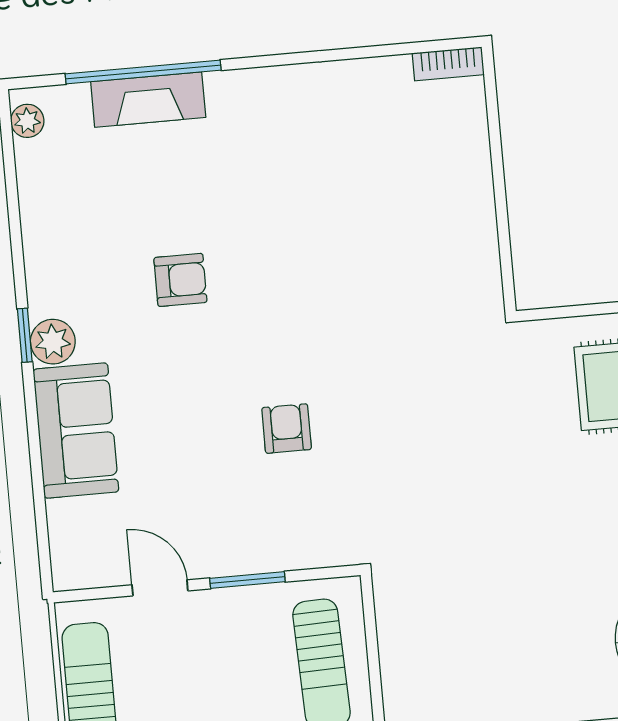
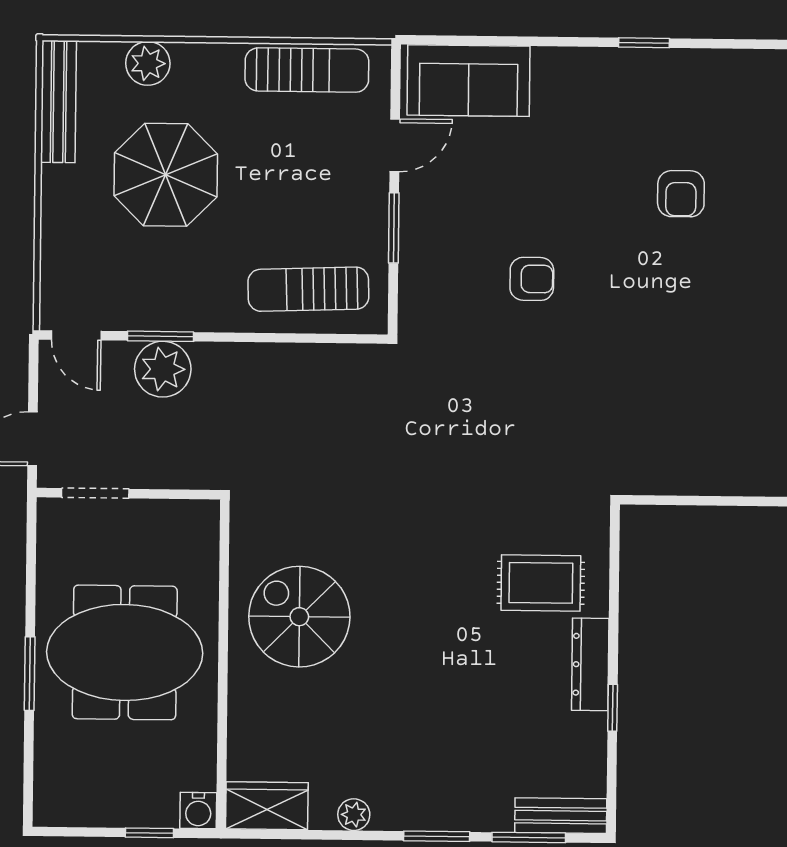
plant: (53, 342) -> (635, 68), removed
sofa: (76, 431) -> (469, 81), moved

